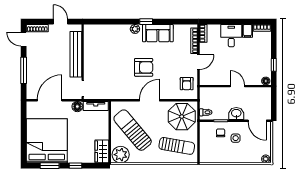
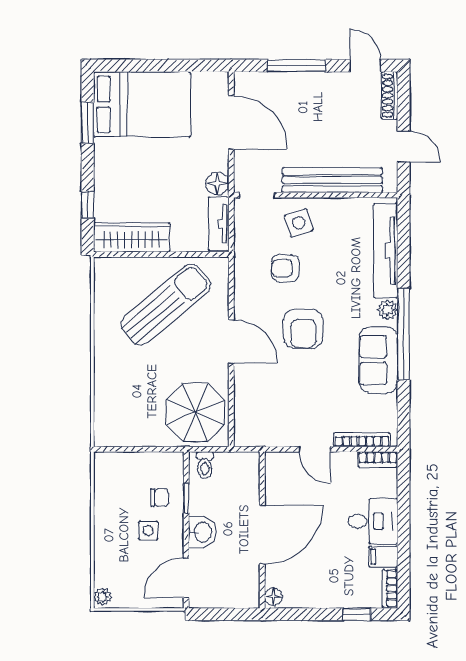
door: (61, 22) -> (404, 147), hinge flipped
window: (146, 22) -> (404, 334), width x3.17
tv unit: (108, 30) -> (386, 251), added
door: (24, 39) -> (365, 66), hinge flipped
window: (274, 65) -> (357, 614), moved
side table: (95, 69) -> (299, 223), added
armchair: (187, 84) -> (285, 268), moved
door: (237, 86) -> (262, 534), width x1.88
bed: (47, 141) -> (142, 104), width x0.73
sun lounger: (177, 146) -> (131, 401), removed
wardrobe: (102, 151) -> (132, 237), width x1.50
plant: (121, 155) -> (112, 278), removed
window: (76, 166) -> (88, 205), moved

